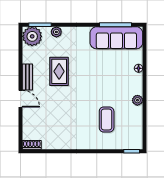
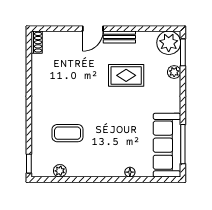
plant: (137, 100) -> (60, 171), moved

